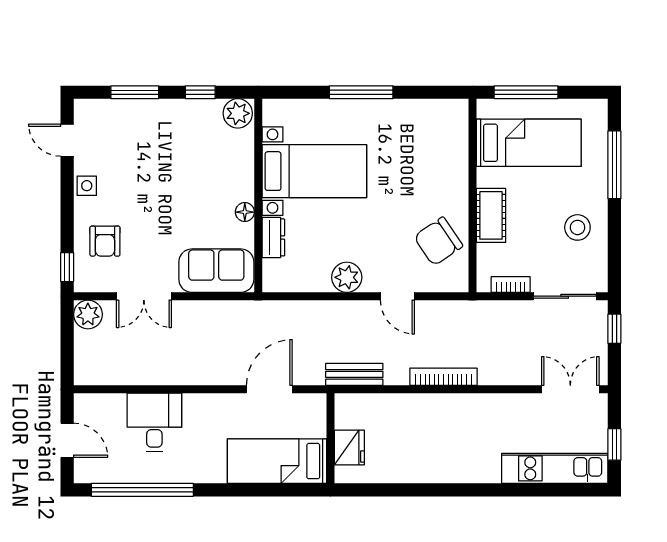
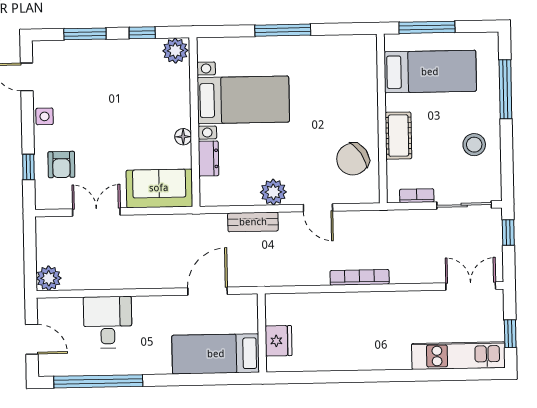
window: (67, 267) -> (28, 167), moved
double door: (144, 296) -> (96, 212), swing flipped
plant: (88, 314) -> (49, 278), moved
bench: (354, 374) -> (253, 222), moved

